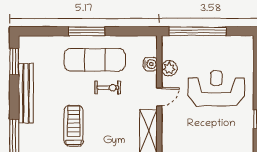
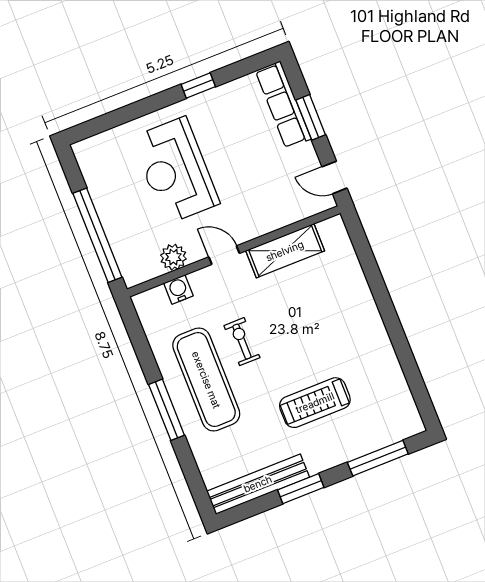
window: (14, 62) -> (301, 489), moved
bench: (26, 93) -> (258, 484), moved
treadmill: (74, 126) -> (315, 403), moved

